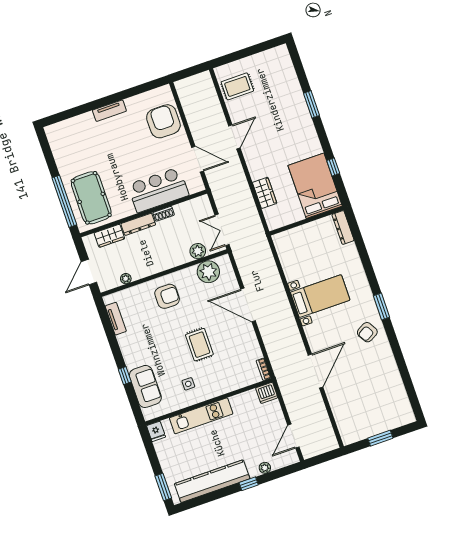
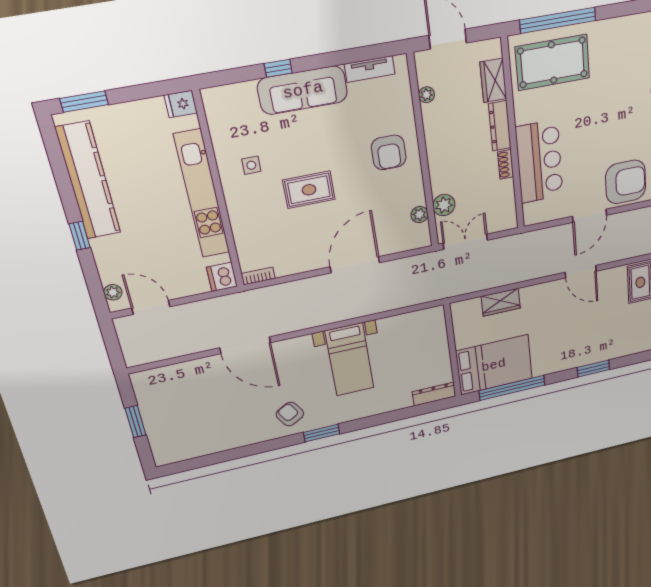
door: (198, 159) -> (590, 216), moved
window: (333, 167) -> (512, 388), width x3.17
plant: (208, 272) -> (419, 215), width x0.53, depth x0.53
sofa: (145, 386) -> (303, 90), moved, width x1.36
kitchen unit: (201, 416) -> (202, 194), width x1.36
plant: (265, 468) -> (113, 292), moved

